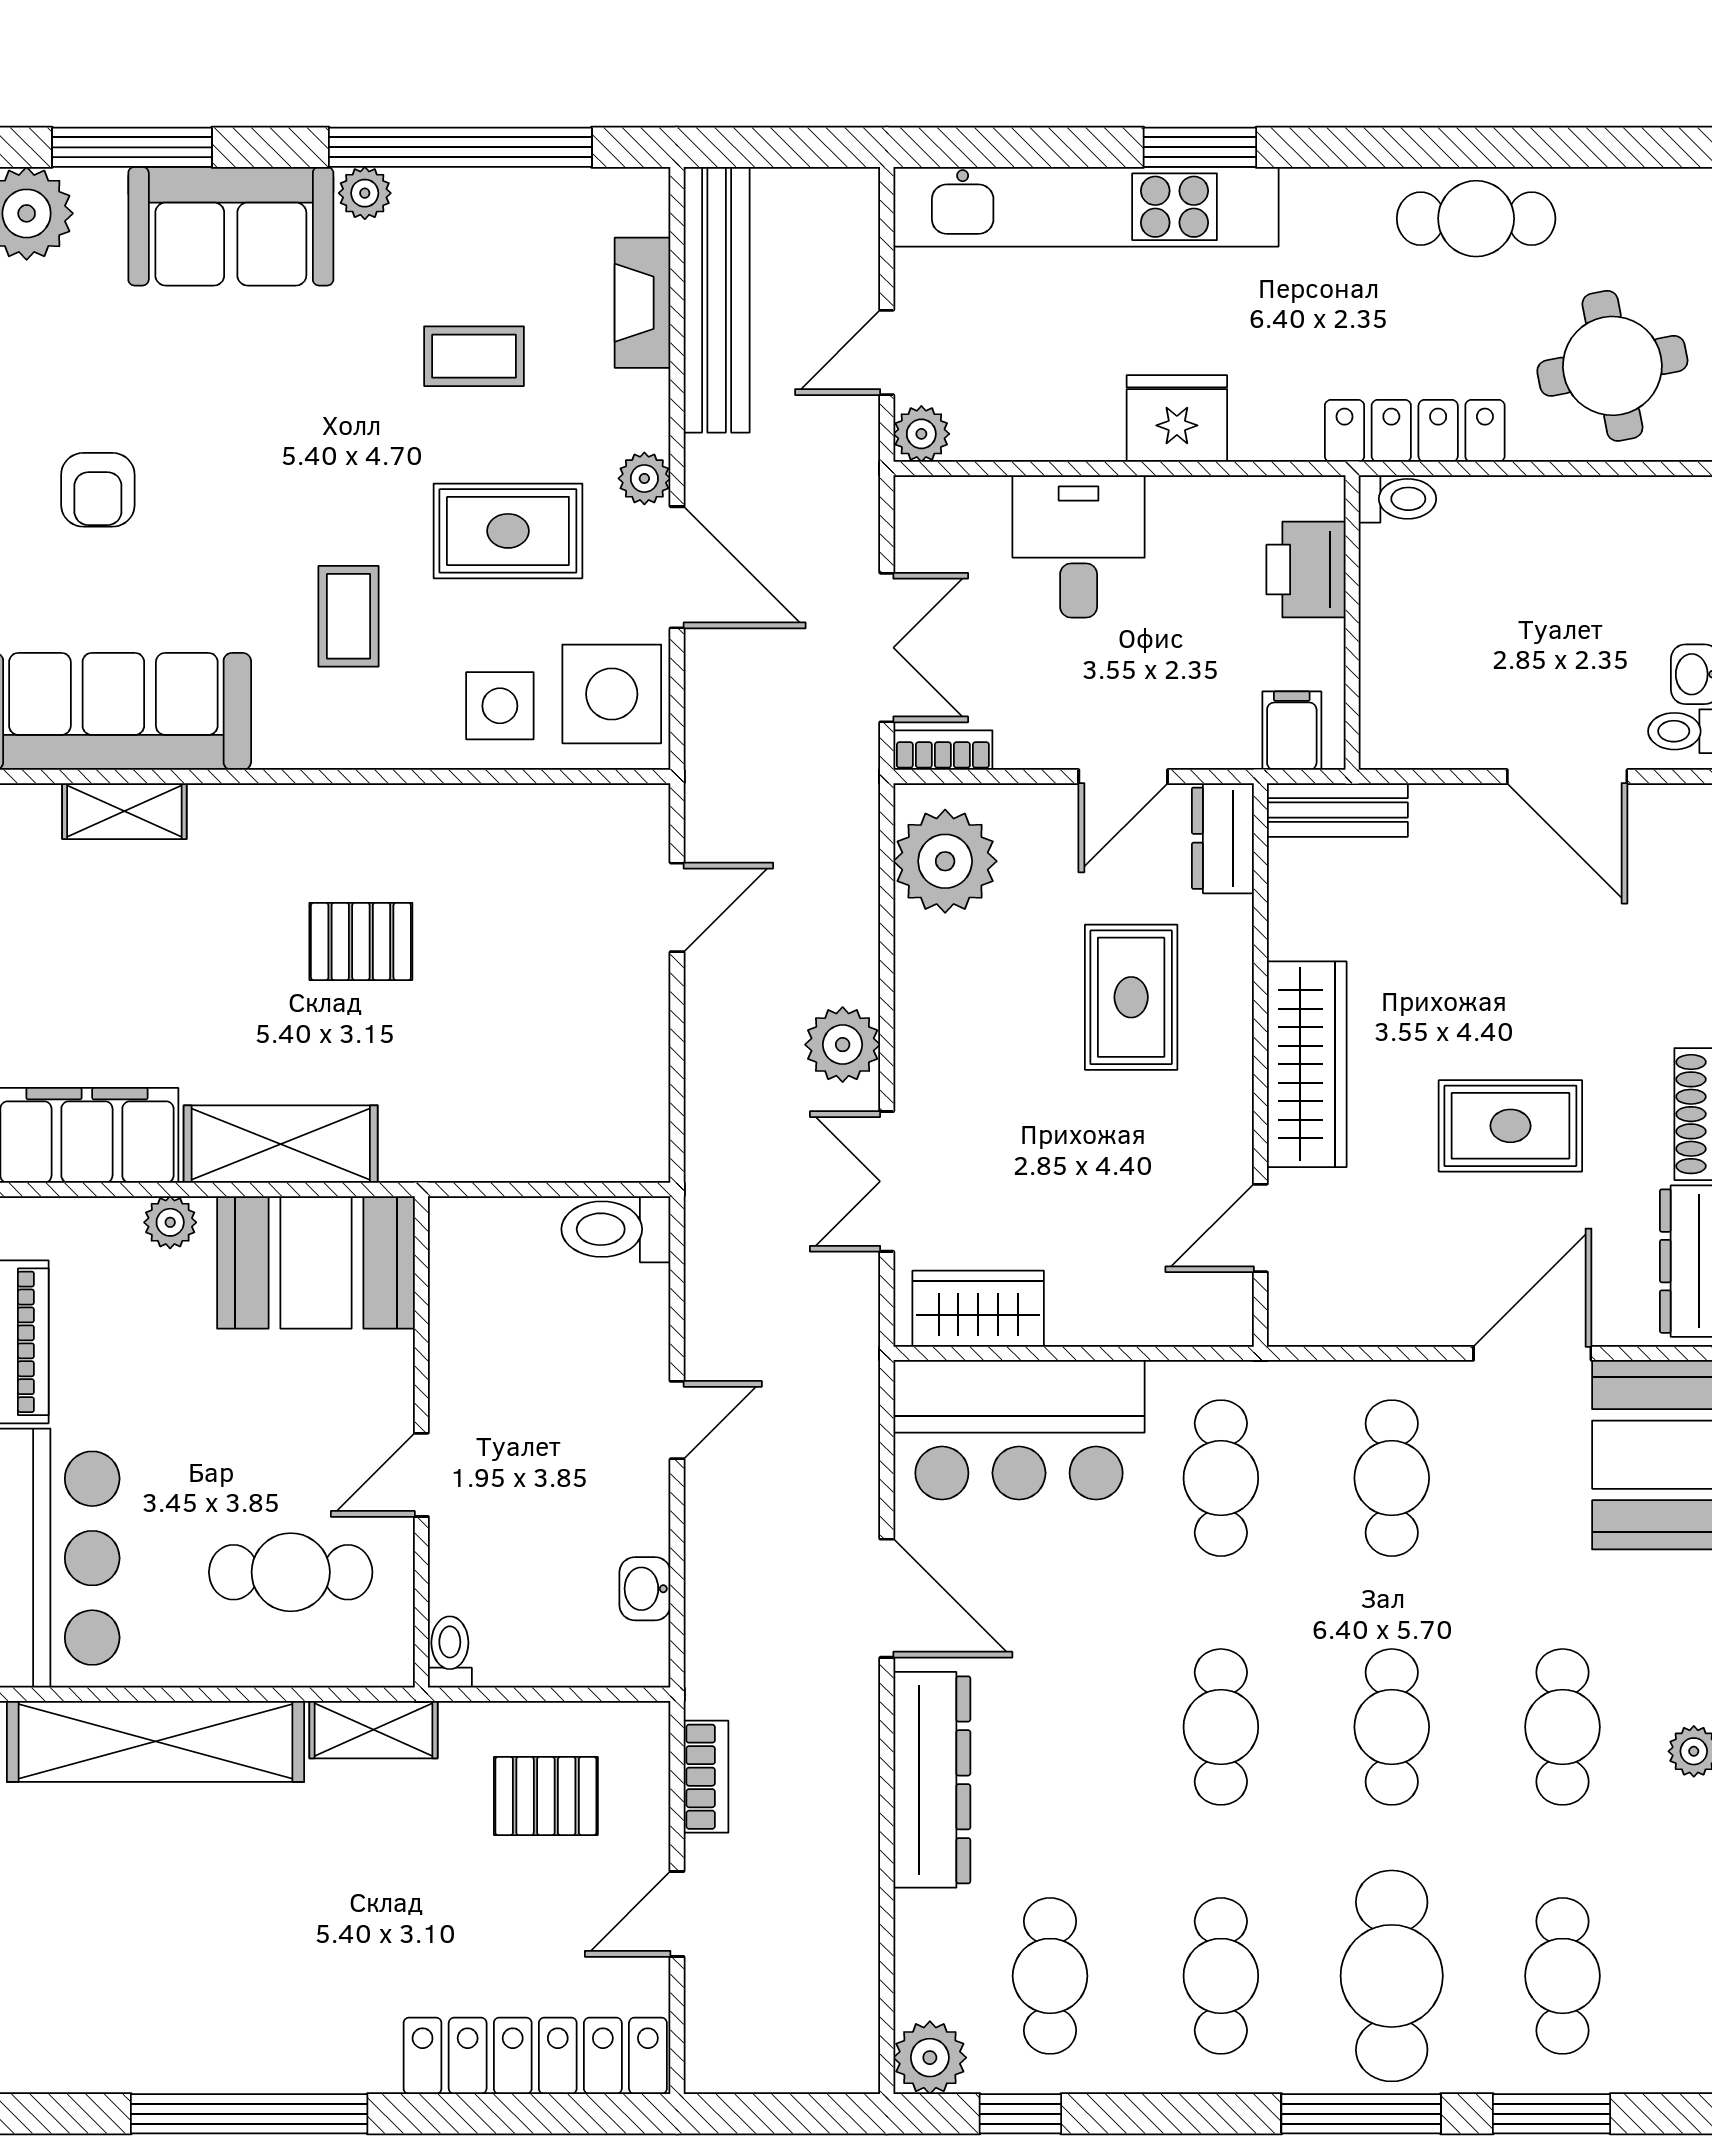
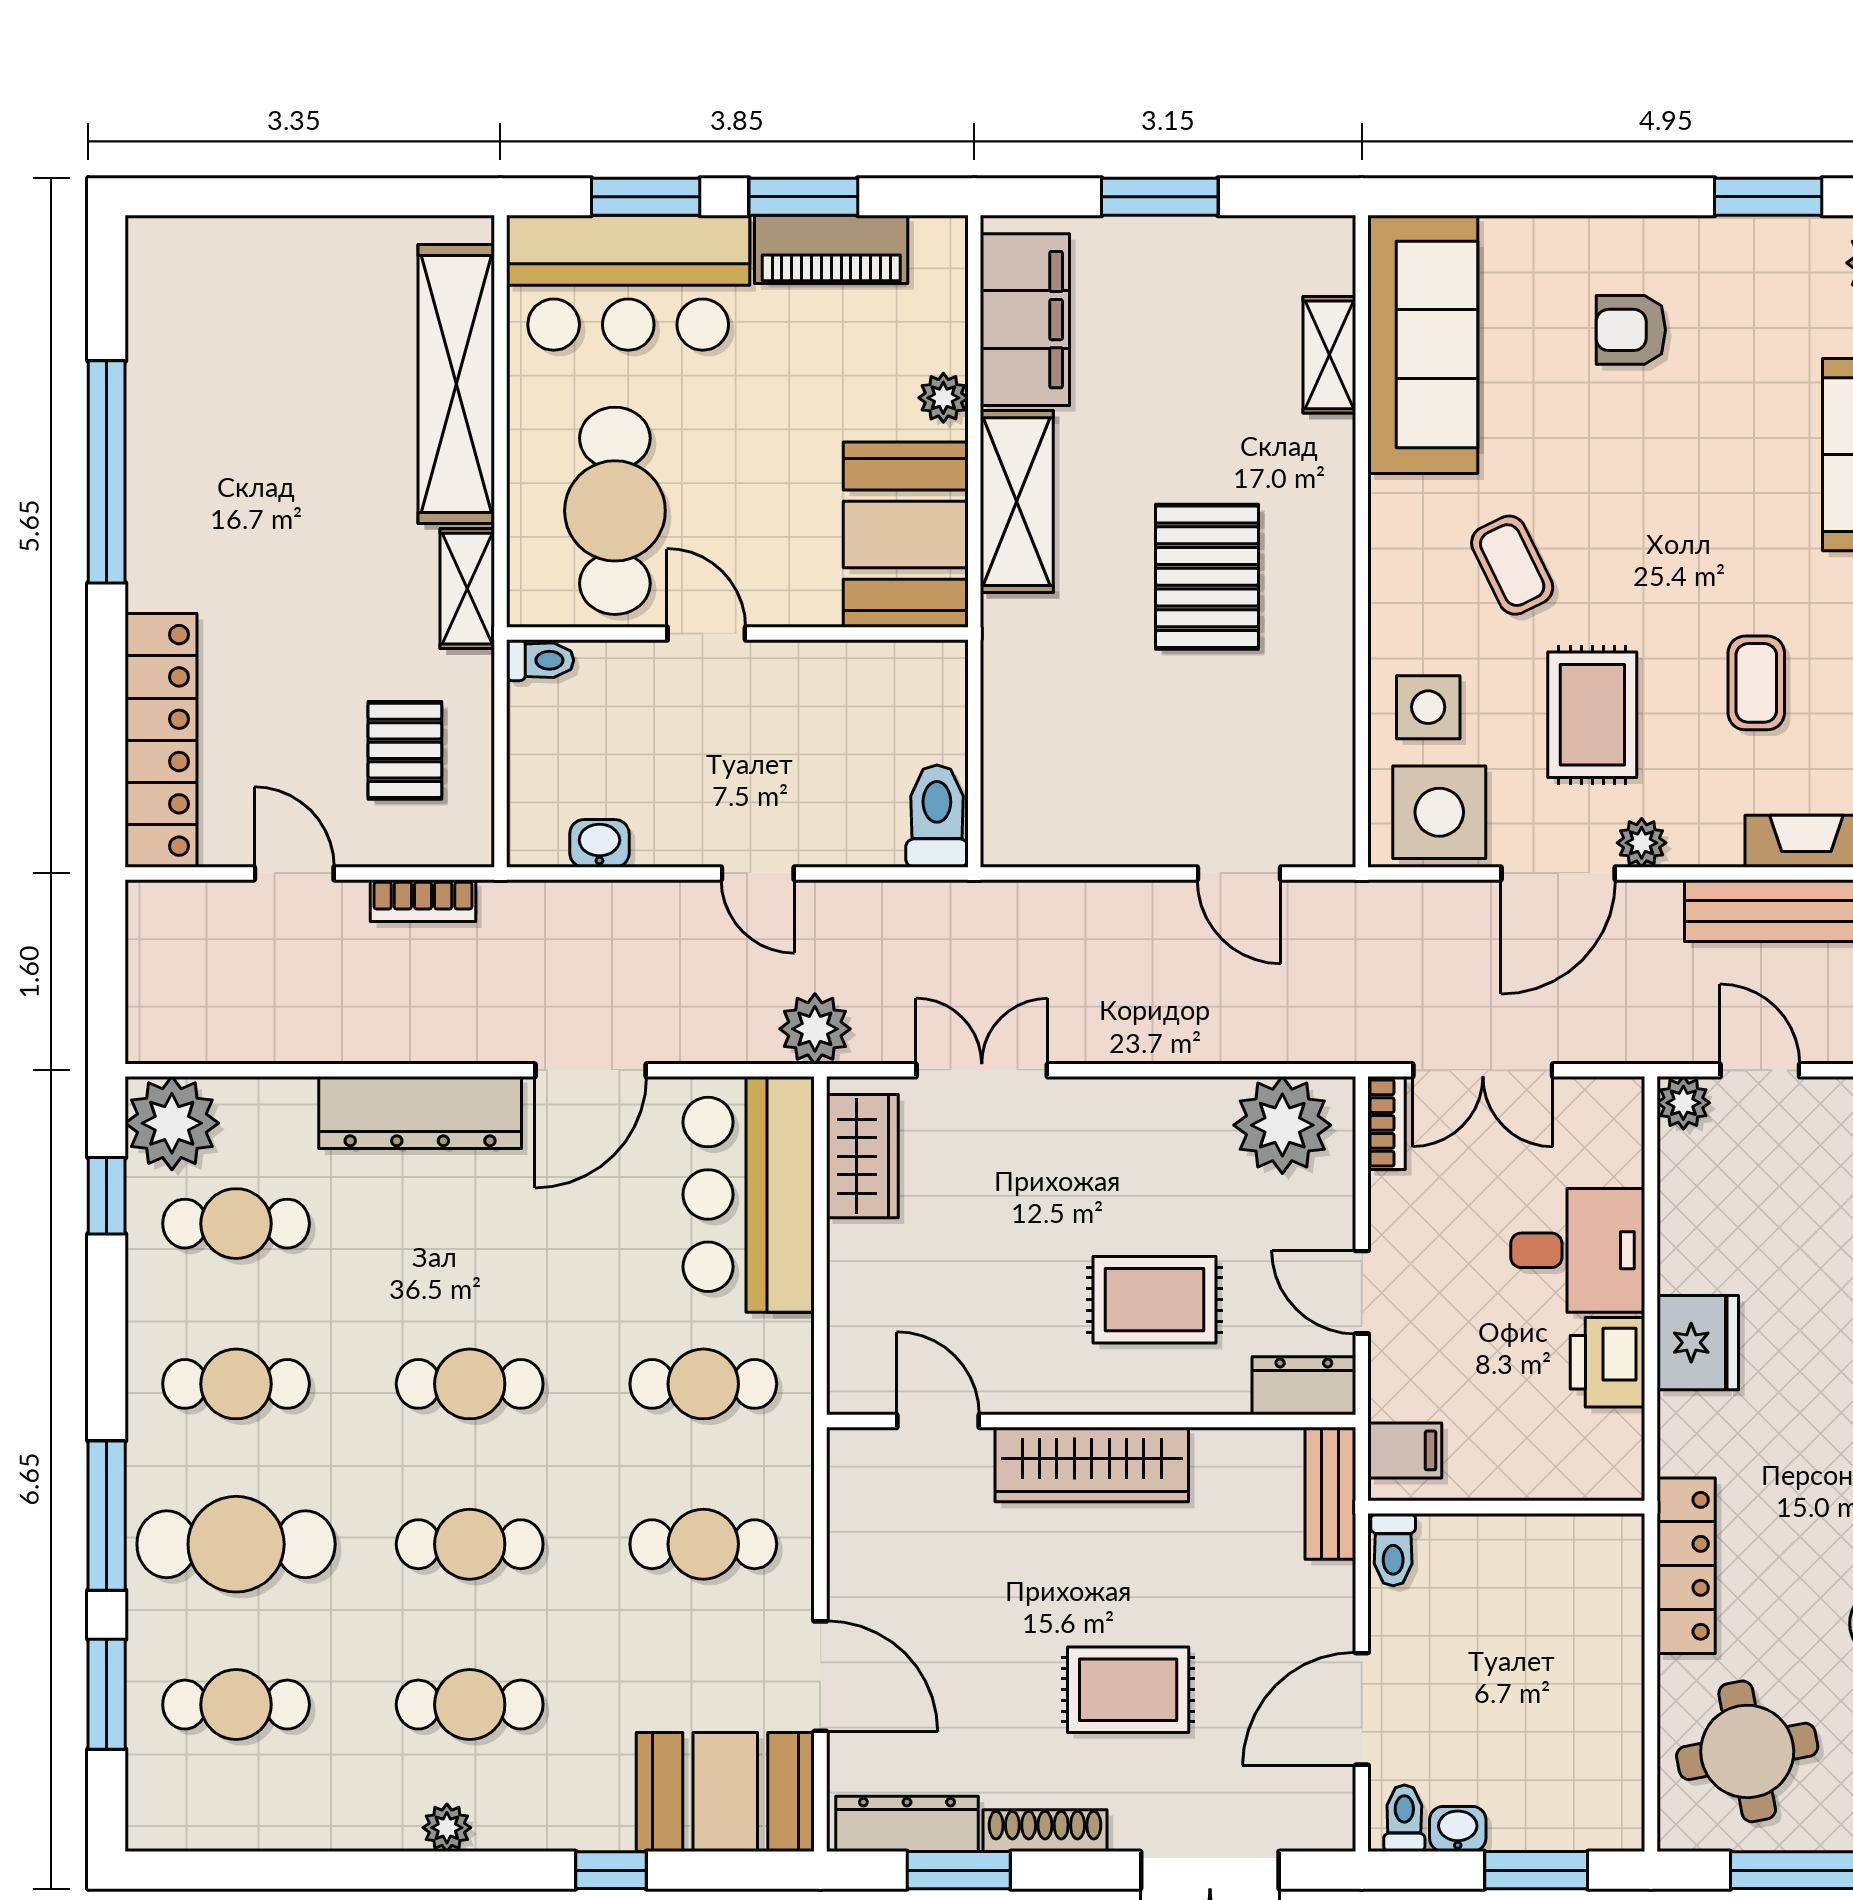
toilet: (1397, 499) -> (1393, 1550), moved
printer: (1306, 570) -> (1608, 1362), moved, turned -90
coffee table: (348, 616) -> (1512, 565), turned 64
pallet: (361, 941) -> (1207, 577), width x1.50, depth x1.42
plant: (843, 1045) -> (815, 1029), moved
rug: (1510, 1126) -> (1128, 1690), moved, turned 90
cafe table: (291, 1572) -> (615, 511), width x1.37, depth x1.35
plant: (930, 2058) -> (172, 1123), width x1.36, depth x1.36

